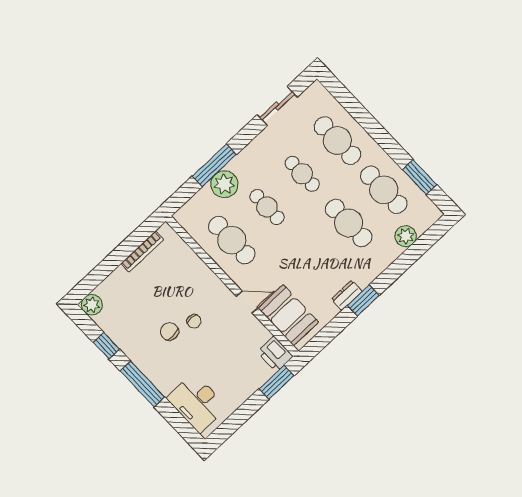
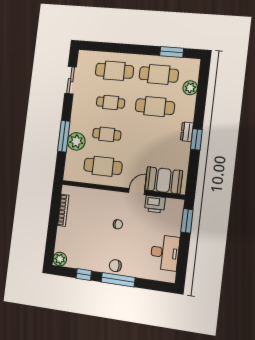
dresser: (347, 295) -> (187, 132), moved
chair: (169, 331) -> (115, 266), moved
printer: (275, 354) -> (155, 204), moved
desk: (197, 403) -> (165, 253), moved, turned -90

